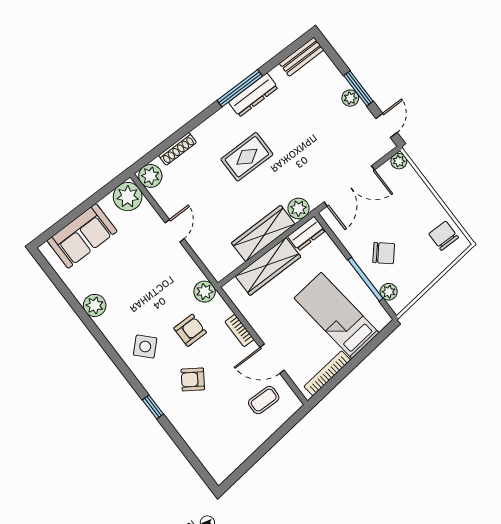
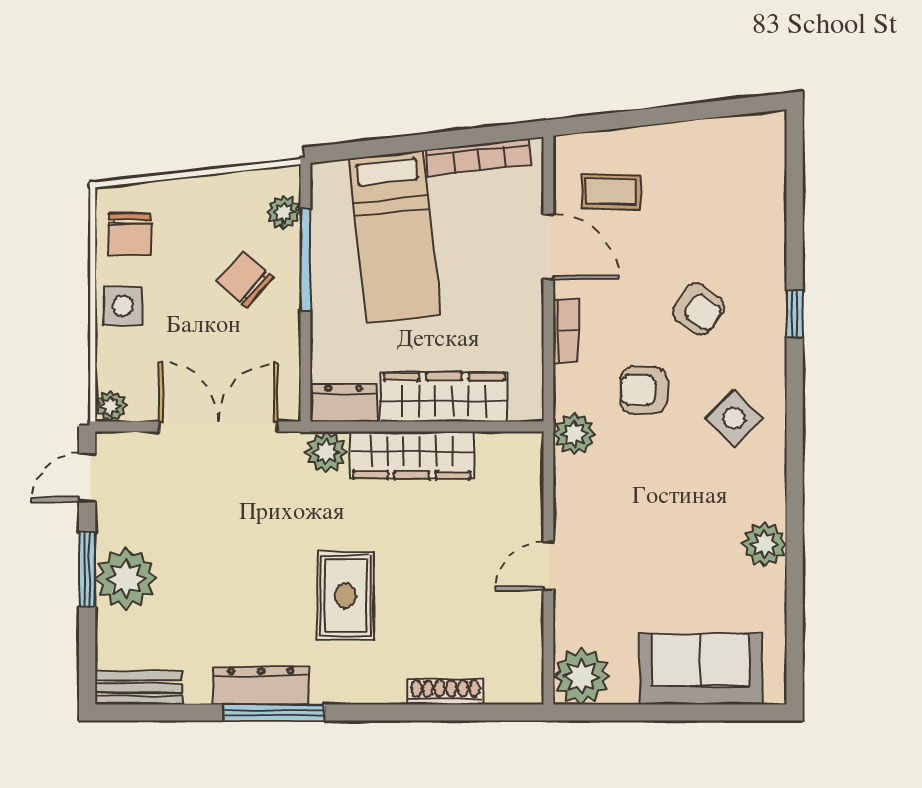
plant: (350, 98) -> (126, 579), width x1.88, depth x1.88
rug: (247, 157) -> (345, 596), turned 90
plant: (150, 176) -> (521, 682), removed
side table: (425, 205) -> (123, 306), added

